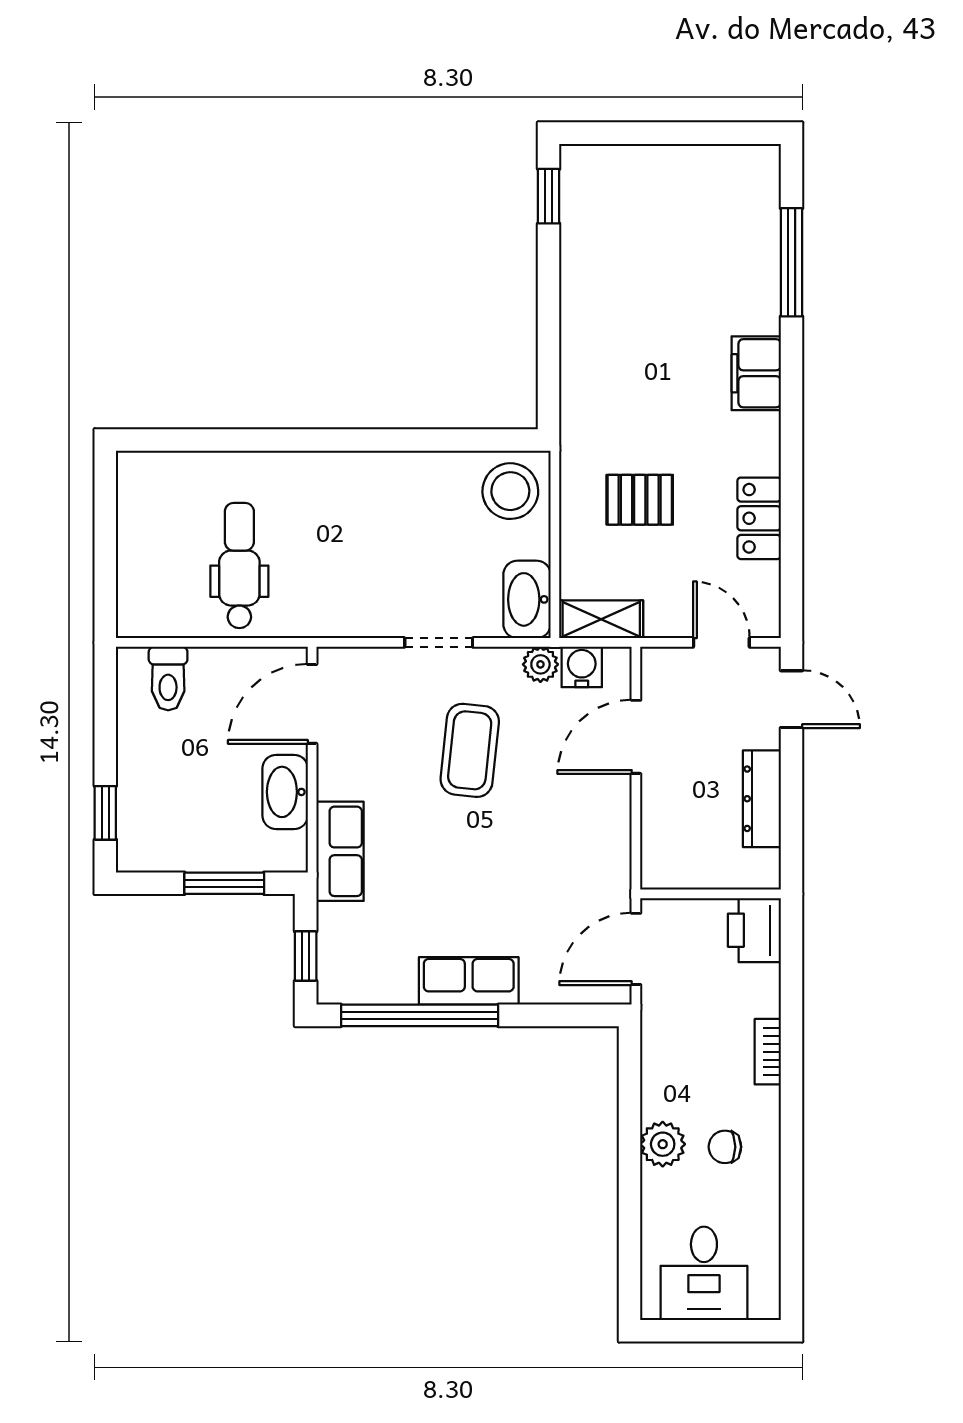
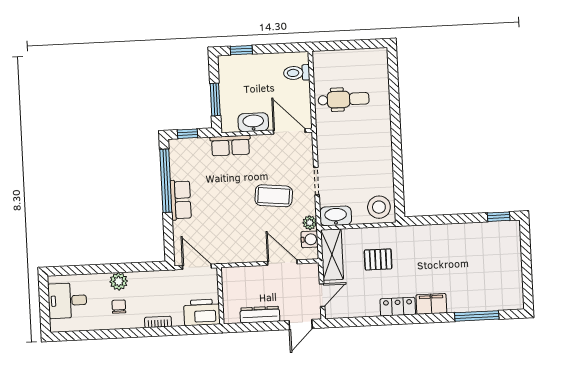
pallet: (640, 500) -> (378, 259), turned 90
locker: (759, 518) -> (398, 307), moved
shelving: (601, 619) -> (332, 255), width x1.50, depth x1.33
printer: (754, 930) -> (202, 312), width x1.37, depth x1.19

